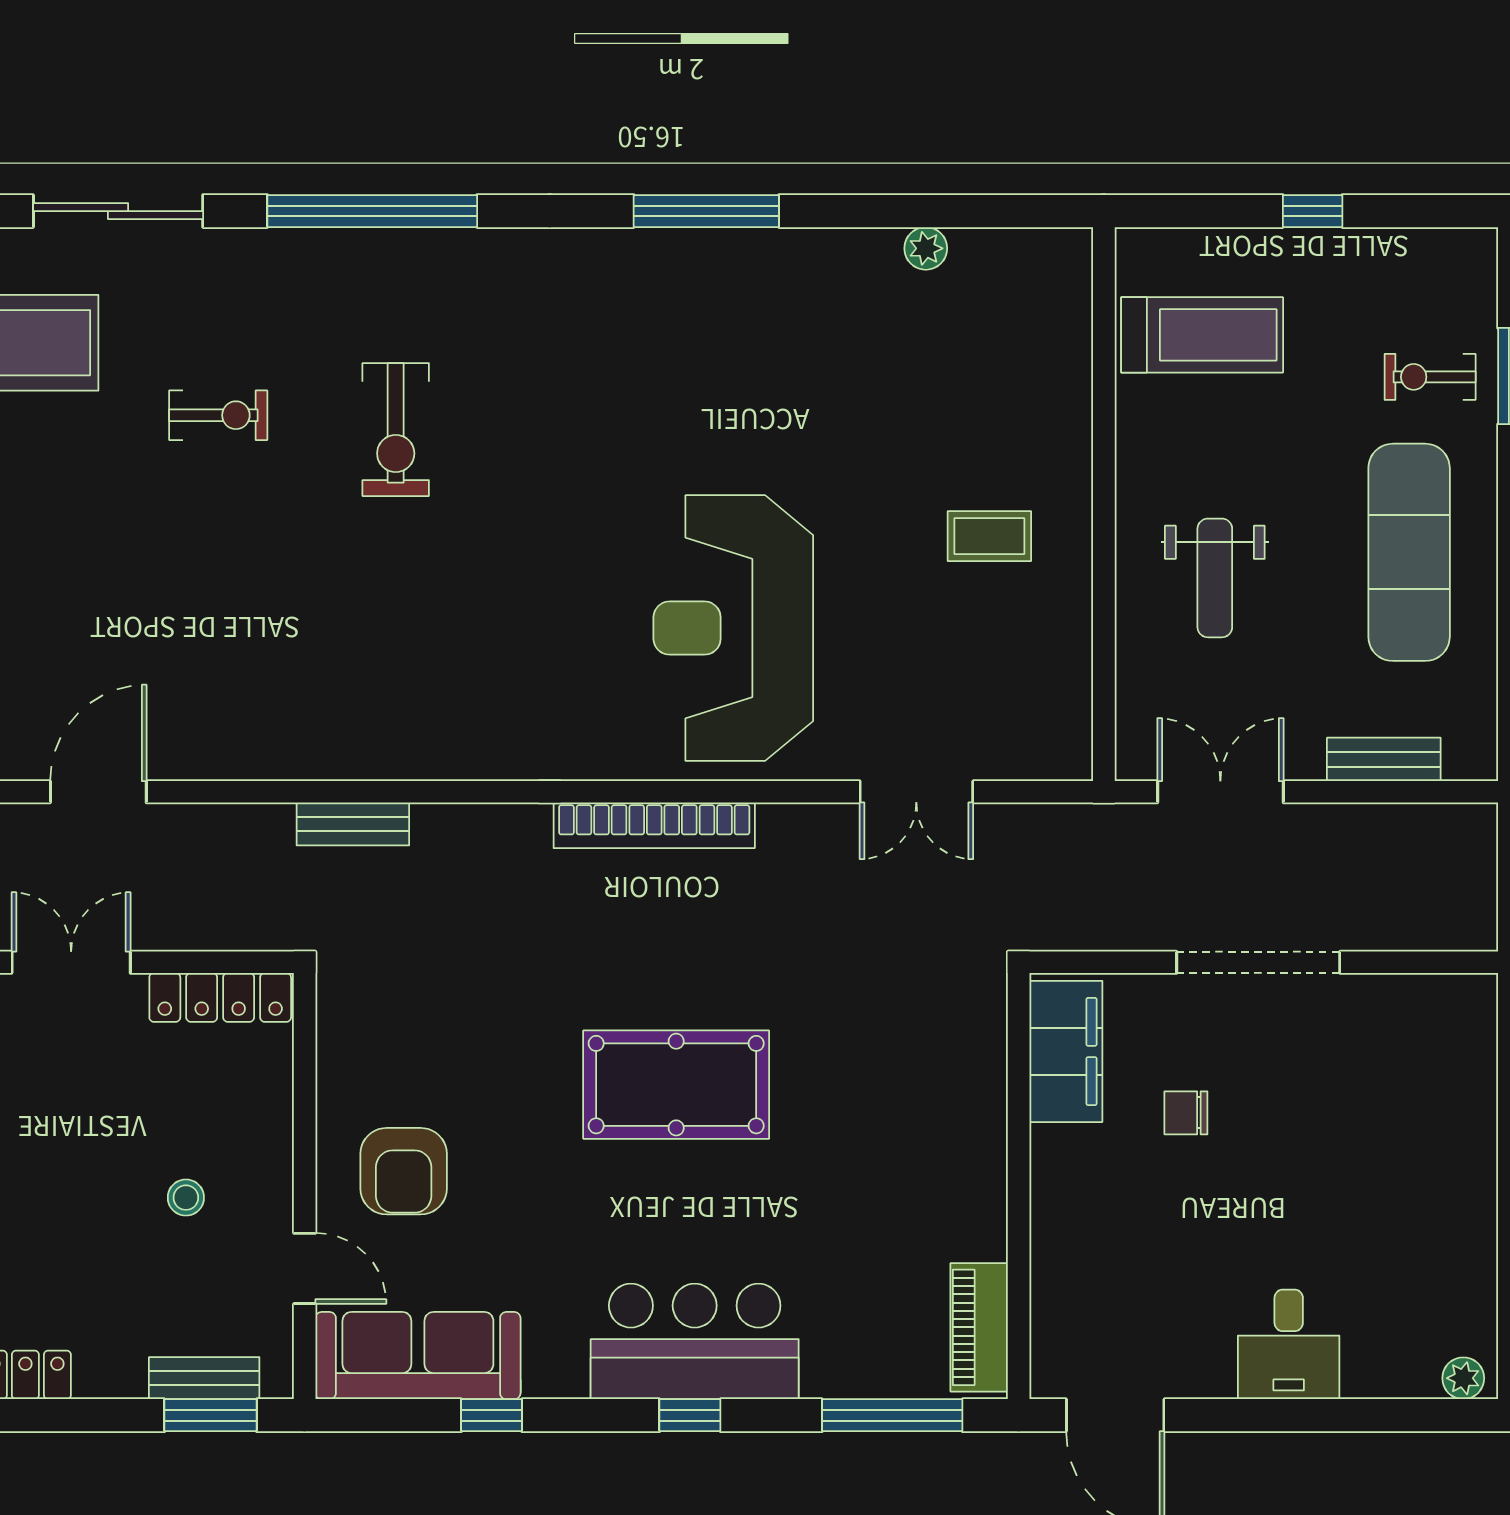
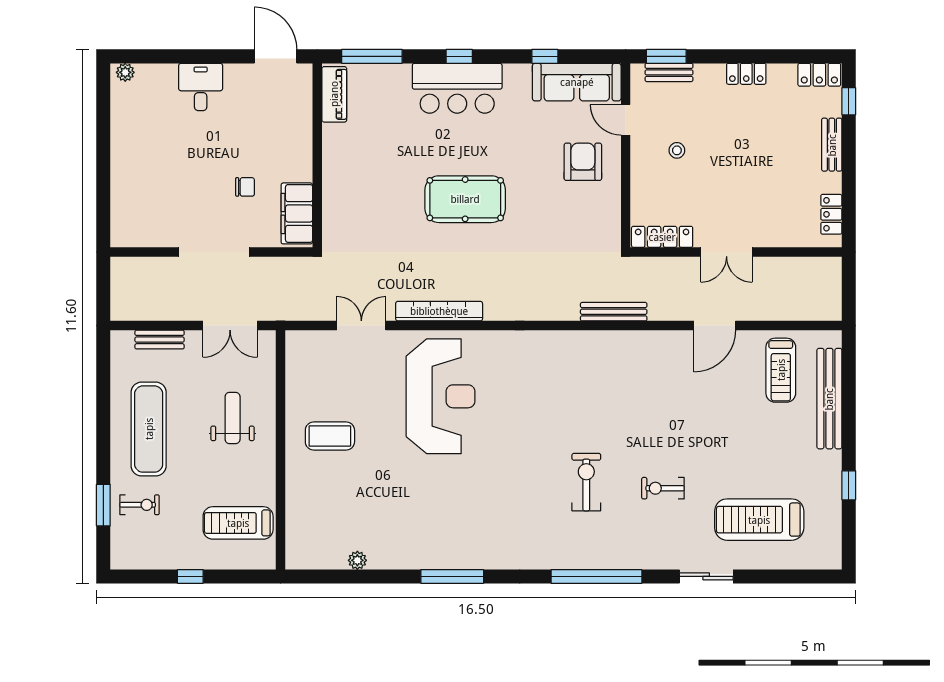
sliding door: (118, 211) -> (706, 576), width x0.73
coffee table: (989, 536) -> (330, 436), width x1.36, depth x1.30
bench: (353, 824) -> (614, 312), width x1.36
bookcase: (654, 825) -> (439, 311), moved

